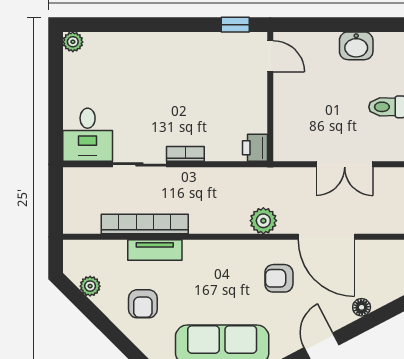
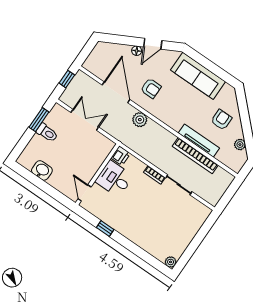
window: (235, 25) -> (105, 228), moved
desk: (88, 135) -> (114, 179), moved, turned -90
tv unit: (155, 250) -> (199, 141), width x1.41
floor lamp: (362, 307) -> (137, 51), moved

